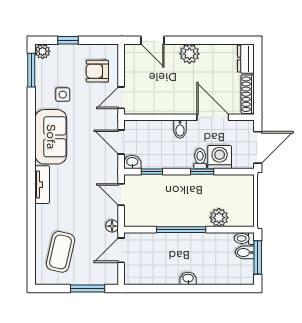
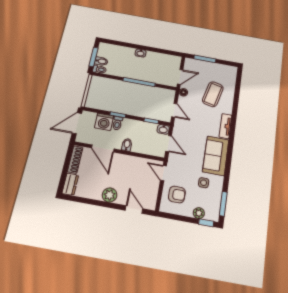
window: (68, 40) -> (206, 223), moved
plant: (43, 51) -> (199, 213), moved
door: (121, 98) -> (163, 173), swing flipped
plant: (219, 218) -> (113, 85), removed
coffee table: (61, 252) -> (213, 94), moved

